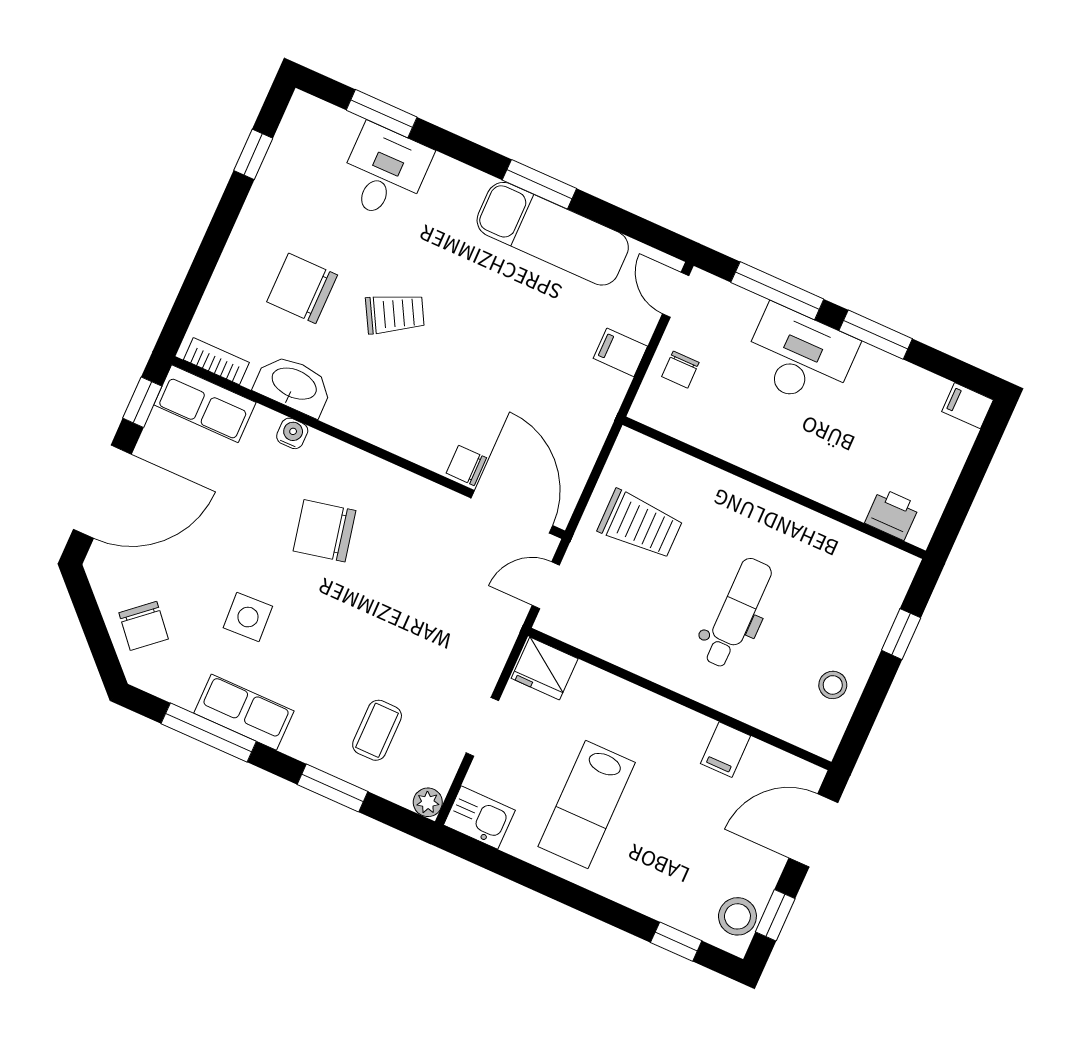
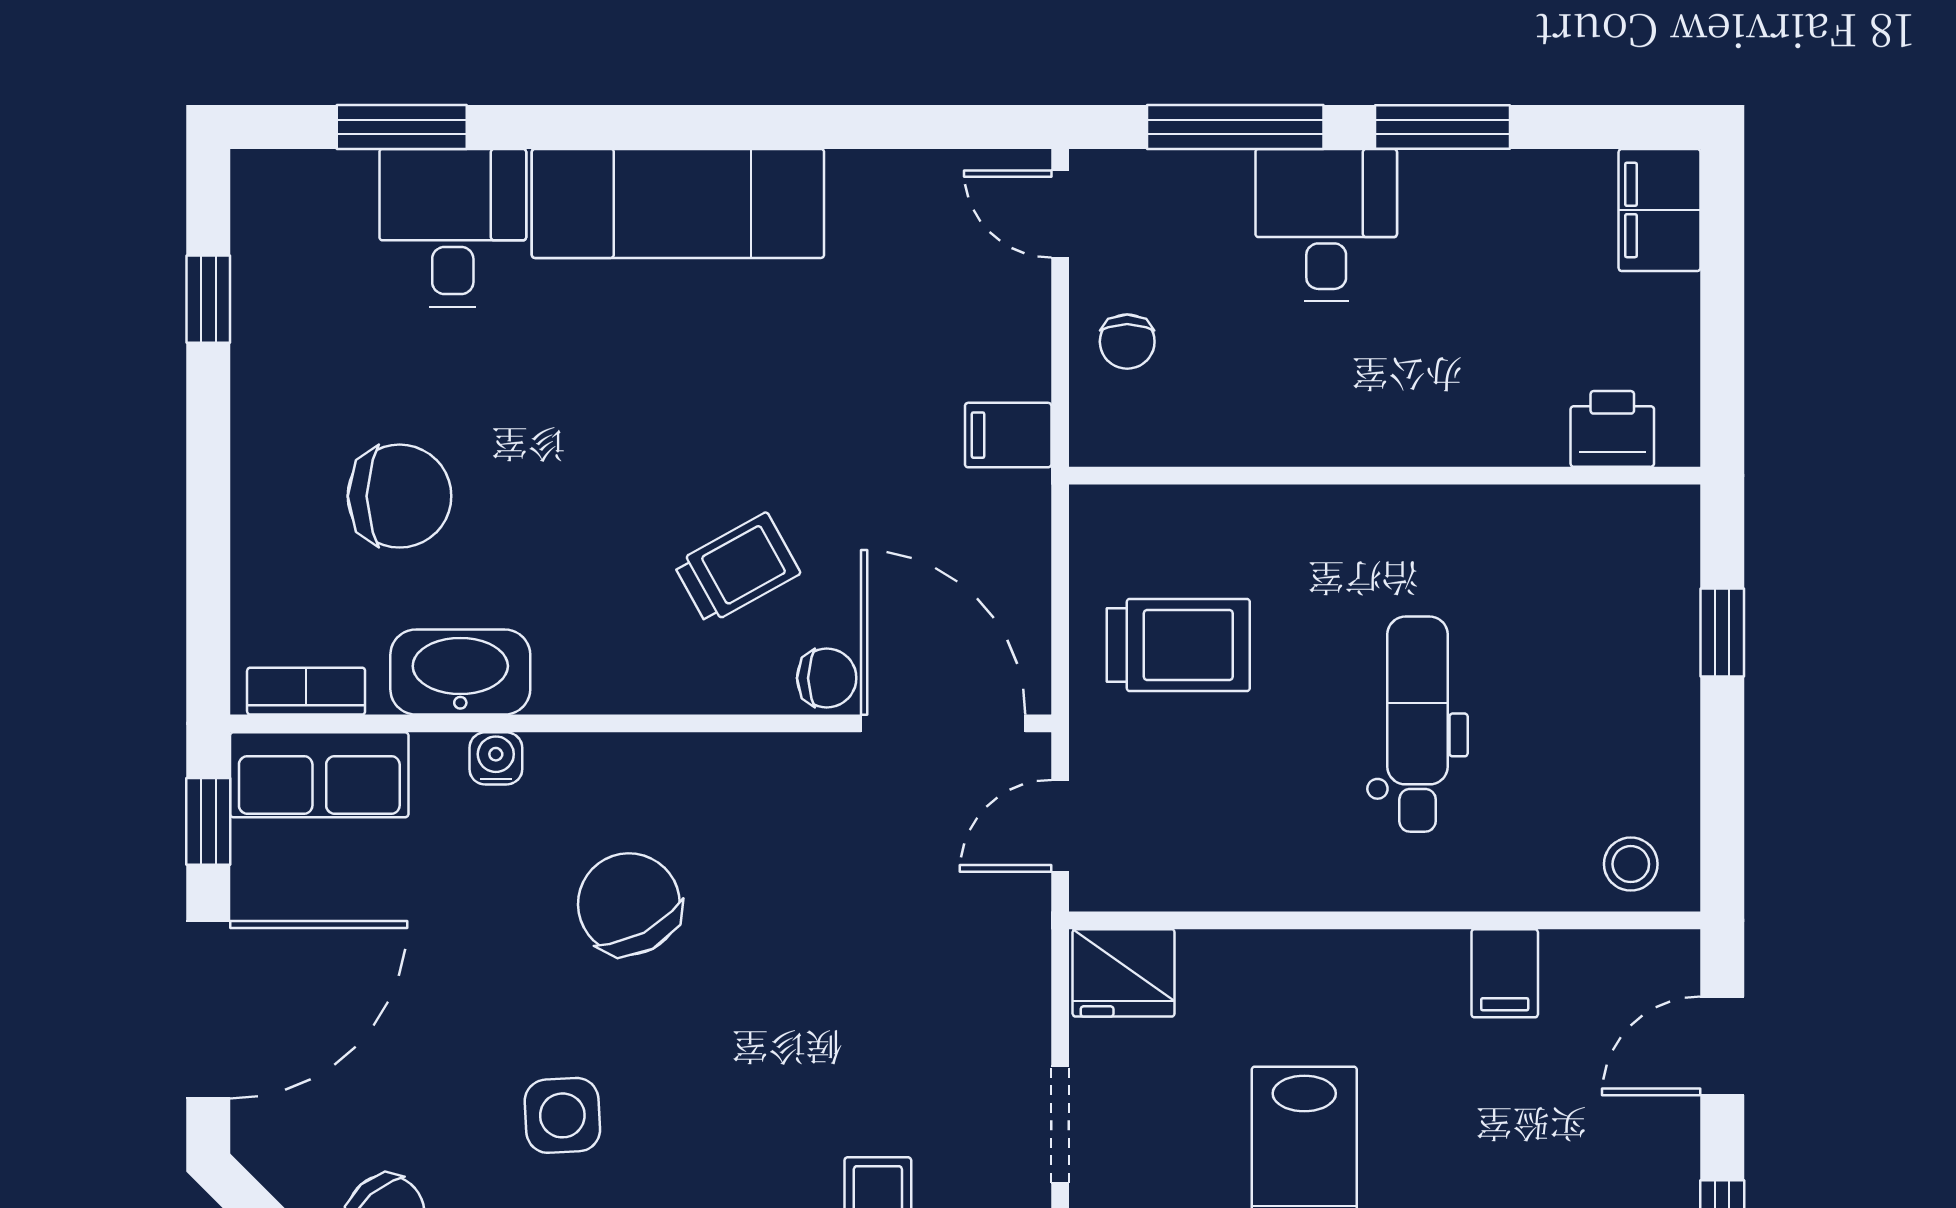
window: (539, 184) -> (734, 127), removed
exam couch: (553, 234) -> (678, 203), moved
chair: (302, 288) -> (400, 496), turned 180
trolley: (395, 314) -> (737, 568), moved
filing cabinet: (620, 352) -> (1008, 435), moved
desk: (800, 357) -> (1326, 225), width x0.73
filing cabinet: (968, 406) -> (1660, 210), width x2.00
chair: (466, 465) -> (827, 678), turned 180
chair: (324, 531) -> (629, 904), turned 74
stool: (833, 685) -> (1631, 864), moved
door: (813, 830) -> (1722, 1046), width x0.73

